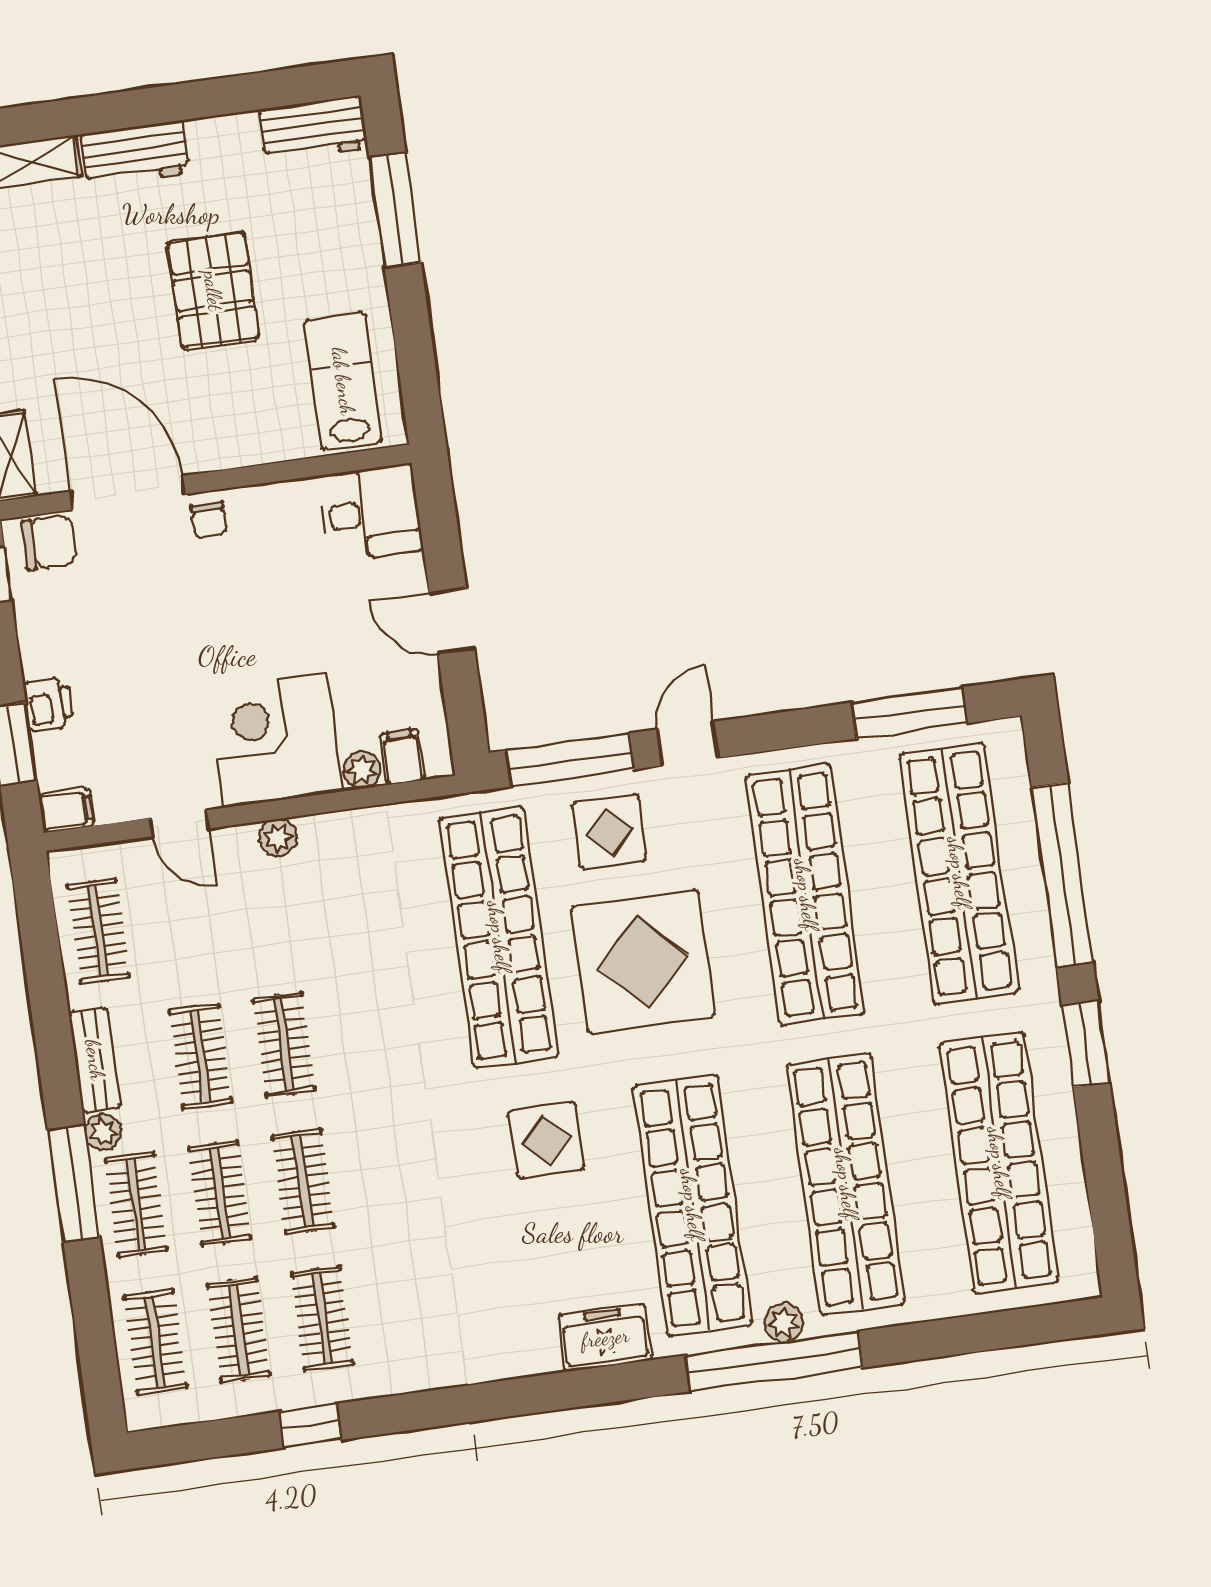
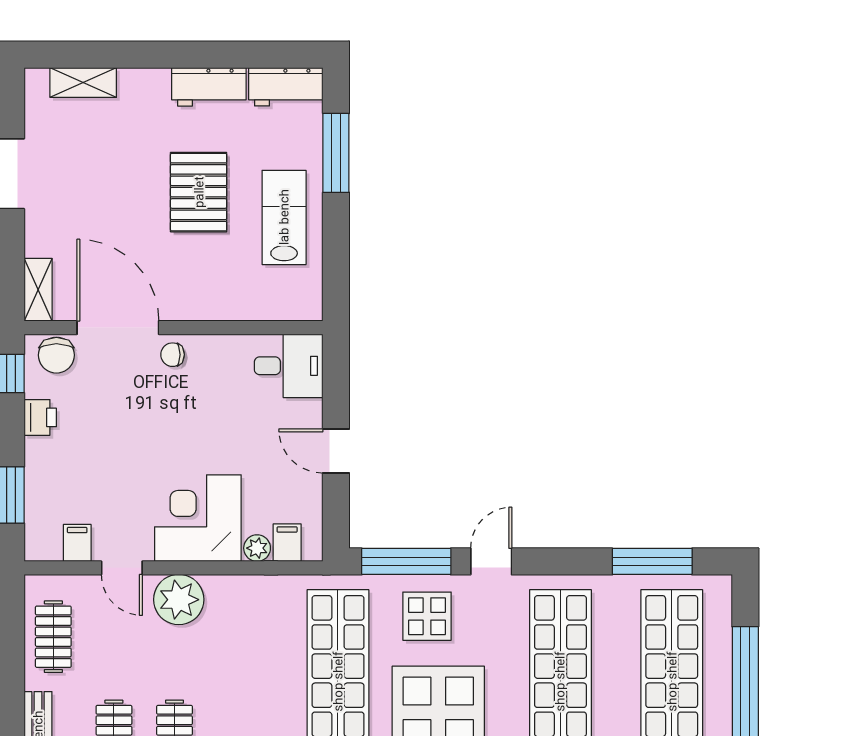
workbench: (135, 154) -> (209, 87), moved
lab bench: (343, 381) -> (284, 217), moved
chair: (209, 520) -> (173, 355), turned 90
chair: (49, 543) -> (56, 355), turned 90
printer: (48, 704) -> (40, 417), moved
filing cabinet: (66, 810) -> (77, 543), moved, turned -90
plant: (278, 838) -> (179, 600), width x1.88, depth x1.88

